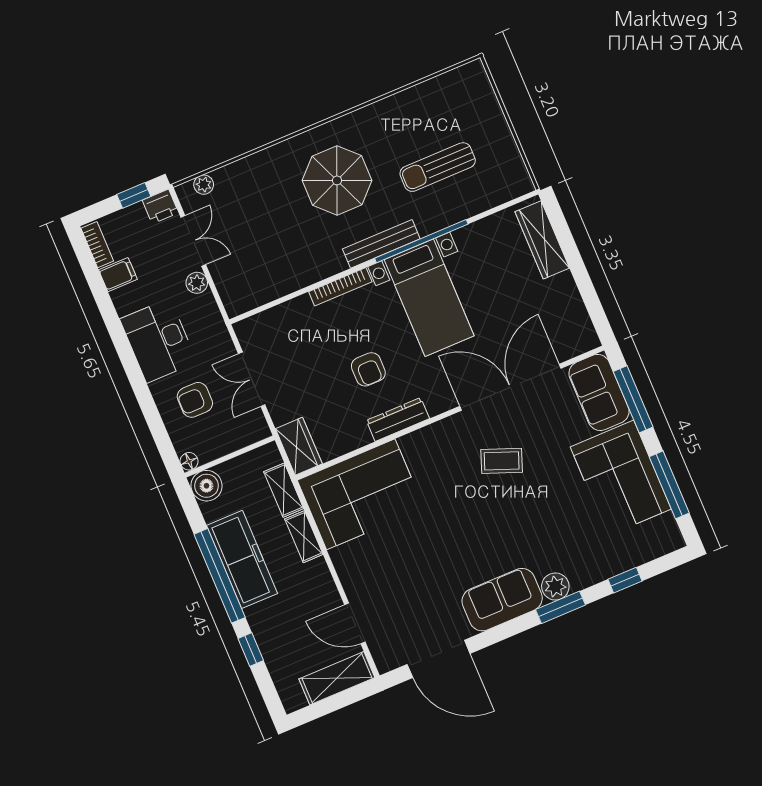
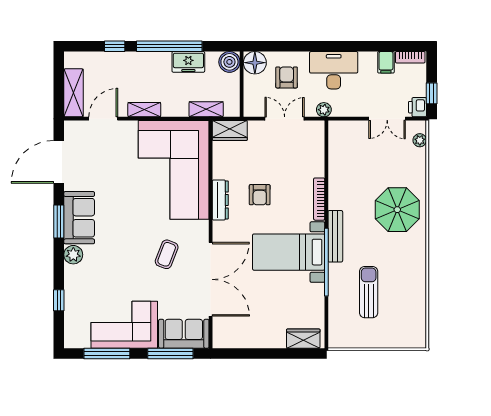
parasol: (337, 180) -> (397, 210), moved
wardrobe: (542, 240) -> (303, 339), width x0.67
plant: (197, 283) -> (324, 110), moved
armchair: (368, 369) -> (260, 195), turned -90
floor lamp: (189, 461) -> (255, 63), width x1.89, depth x1.89
corner sofa: (361, 494) -> (174, 170), width x1.36, depth x1.36
shelving: (304, 537) -> (144, 110), moved
freezer: (242, 559) -> (188, 62), width x0.52, depth x0.79
window: (561, 607) -> (59, 222), moved

